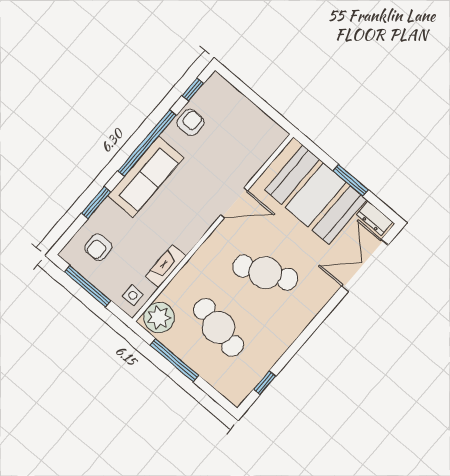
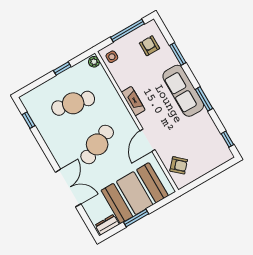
armchair: (191, 122) -> (179, 165), moved, turned -48
window: (147, 143) -> (204, 99), width x0.47
double door: (365, 265) -> (68, 188), moved
fireplace: (166, 266) -> (133, 101), moved
plant: (159, 318) -> (94, 62), width x0.53, depth x0.53
window: (174, 360) -> (62, 69), width x0.46

